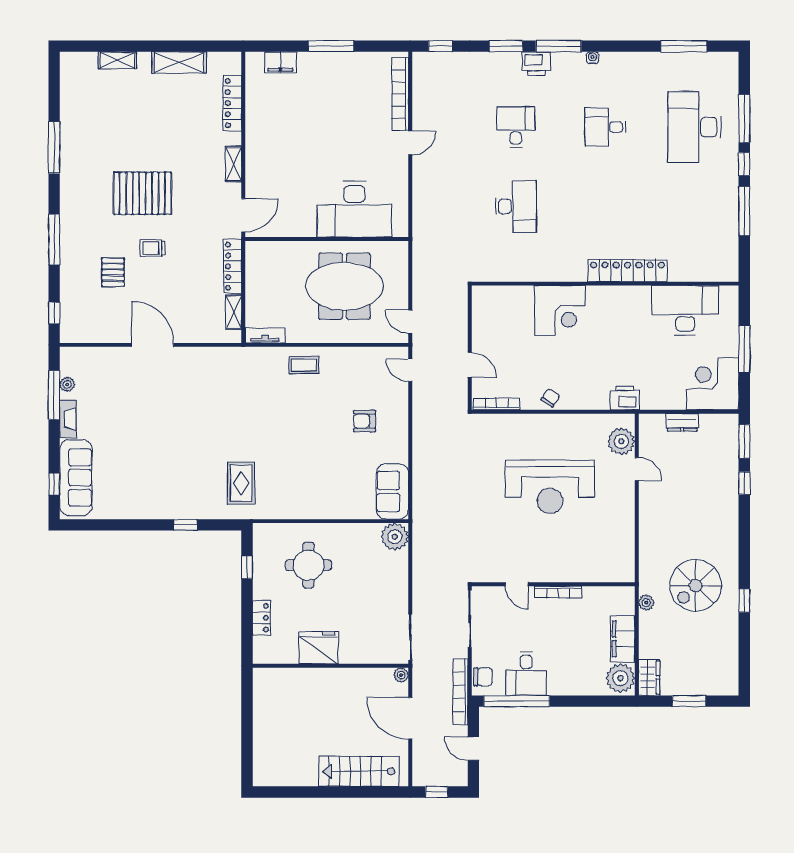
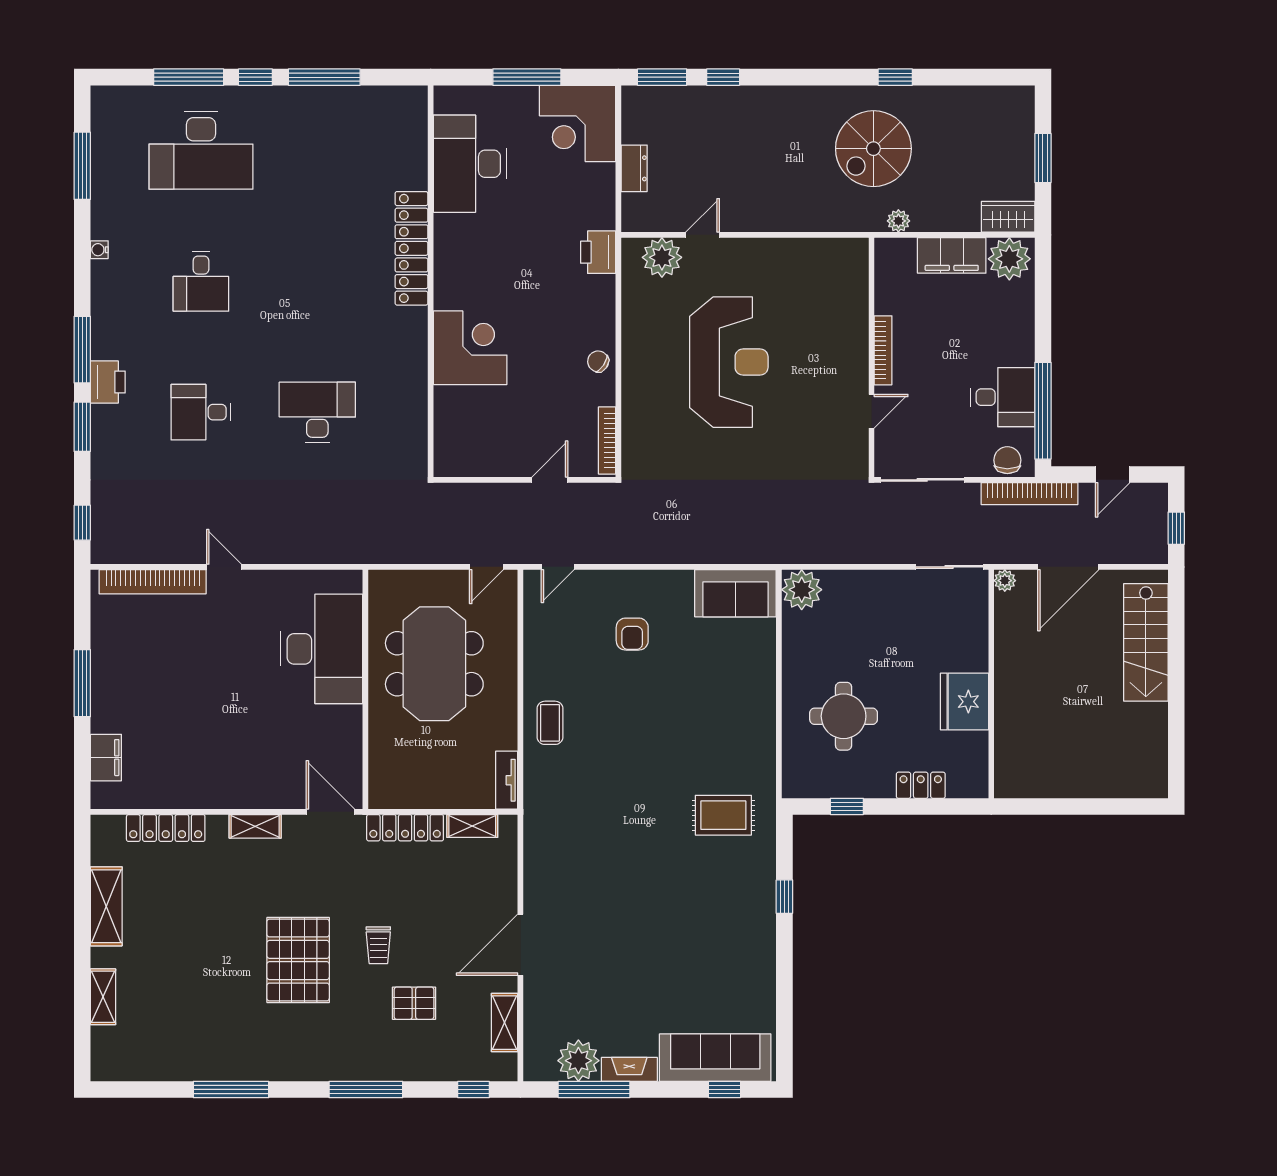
water cooler: (593, 58) -> (99, 250), moved
shelving: (100, 334) -> (505, 1023), added
plant: (67, 384) -> (578, 1061), width x1.88, depth x1.88
spiral stairs: (696, 586) -> (873, 149), turned 90

